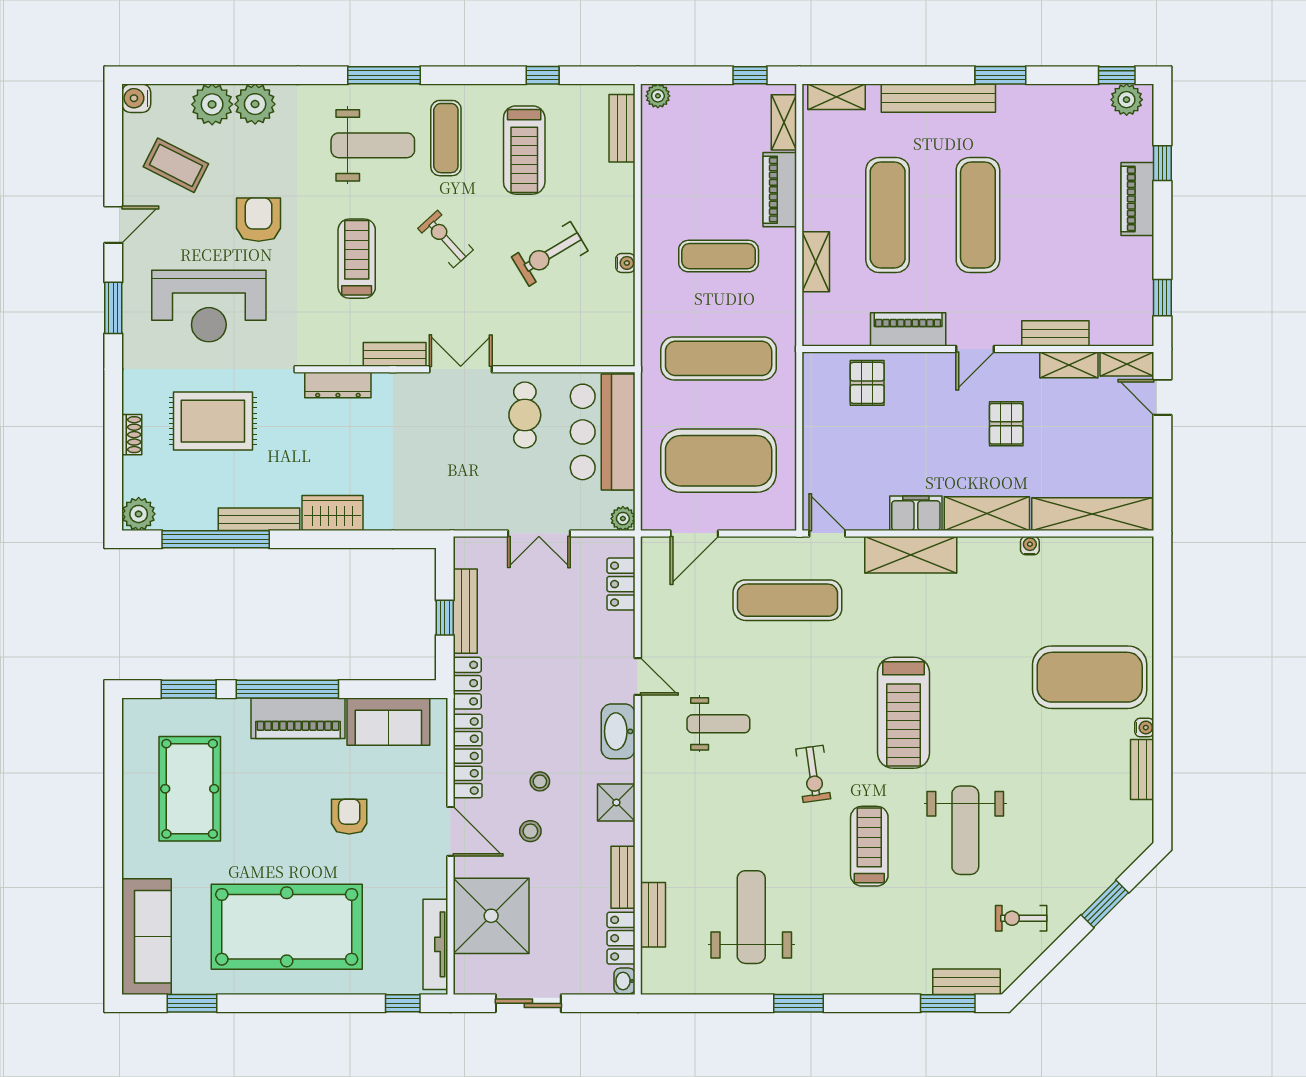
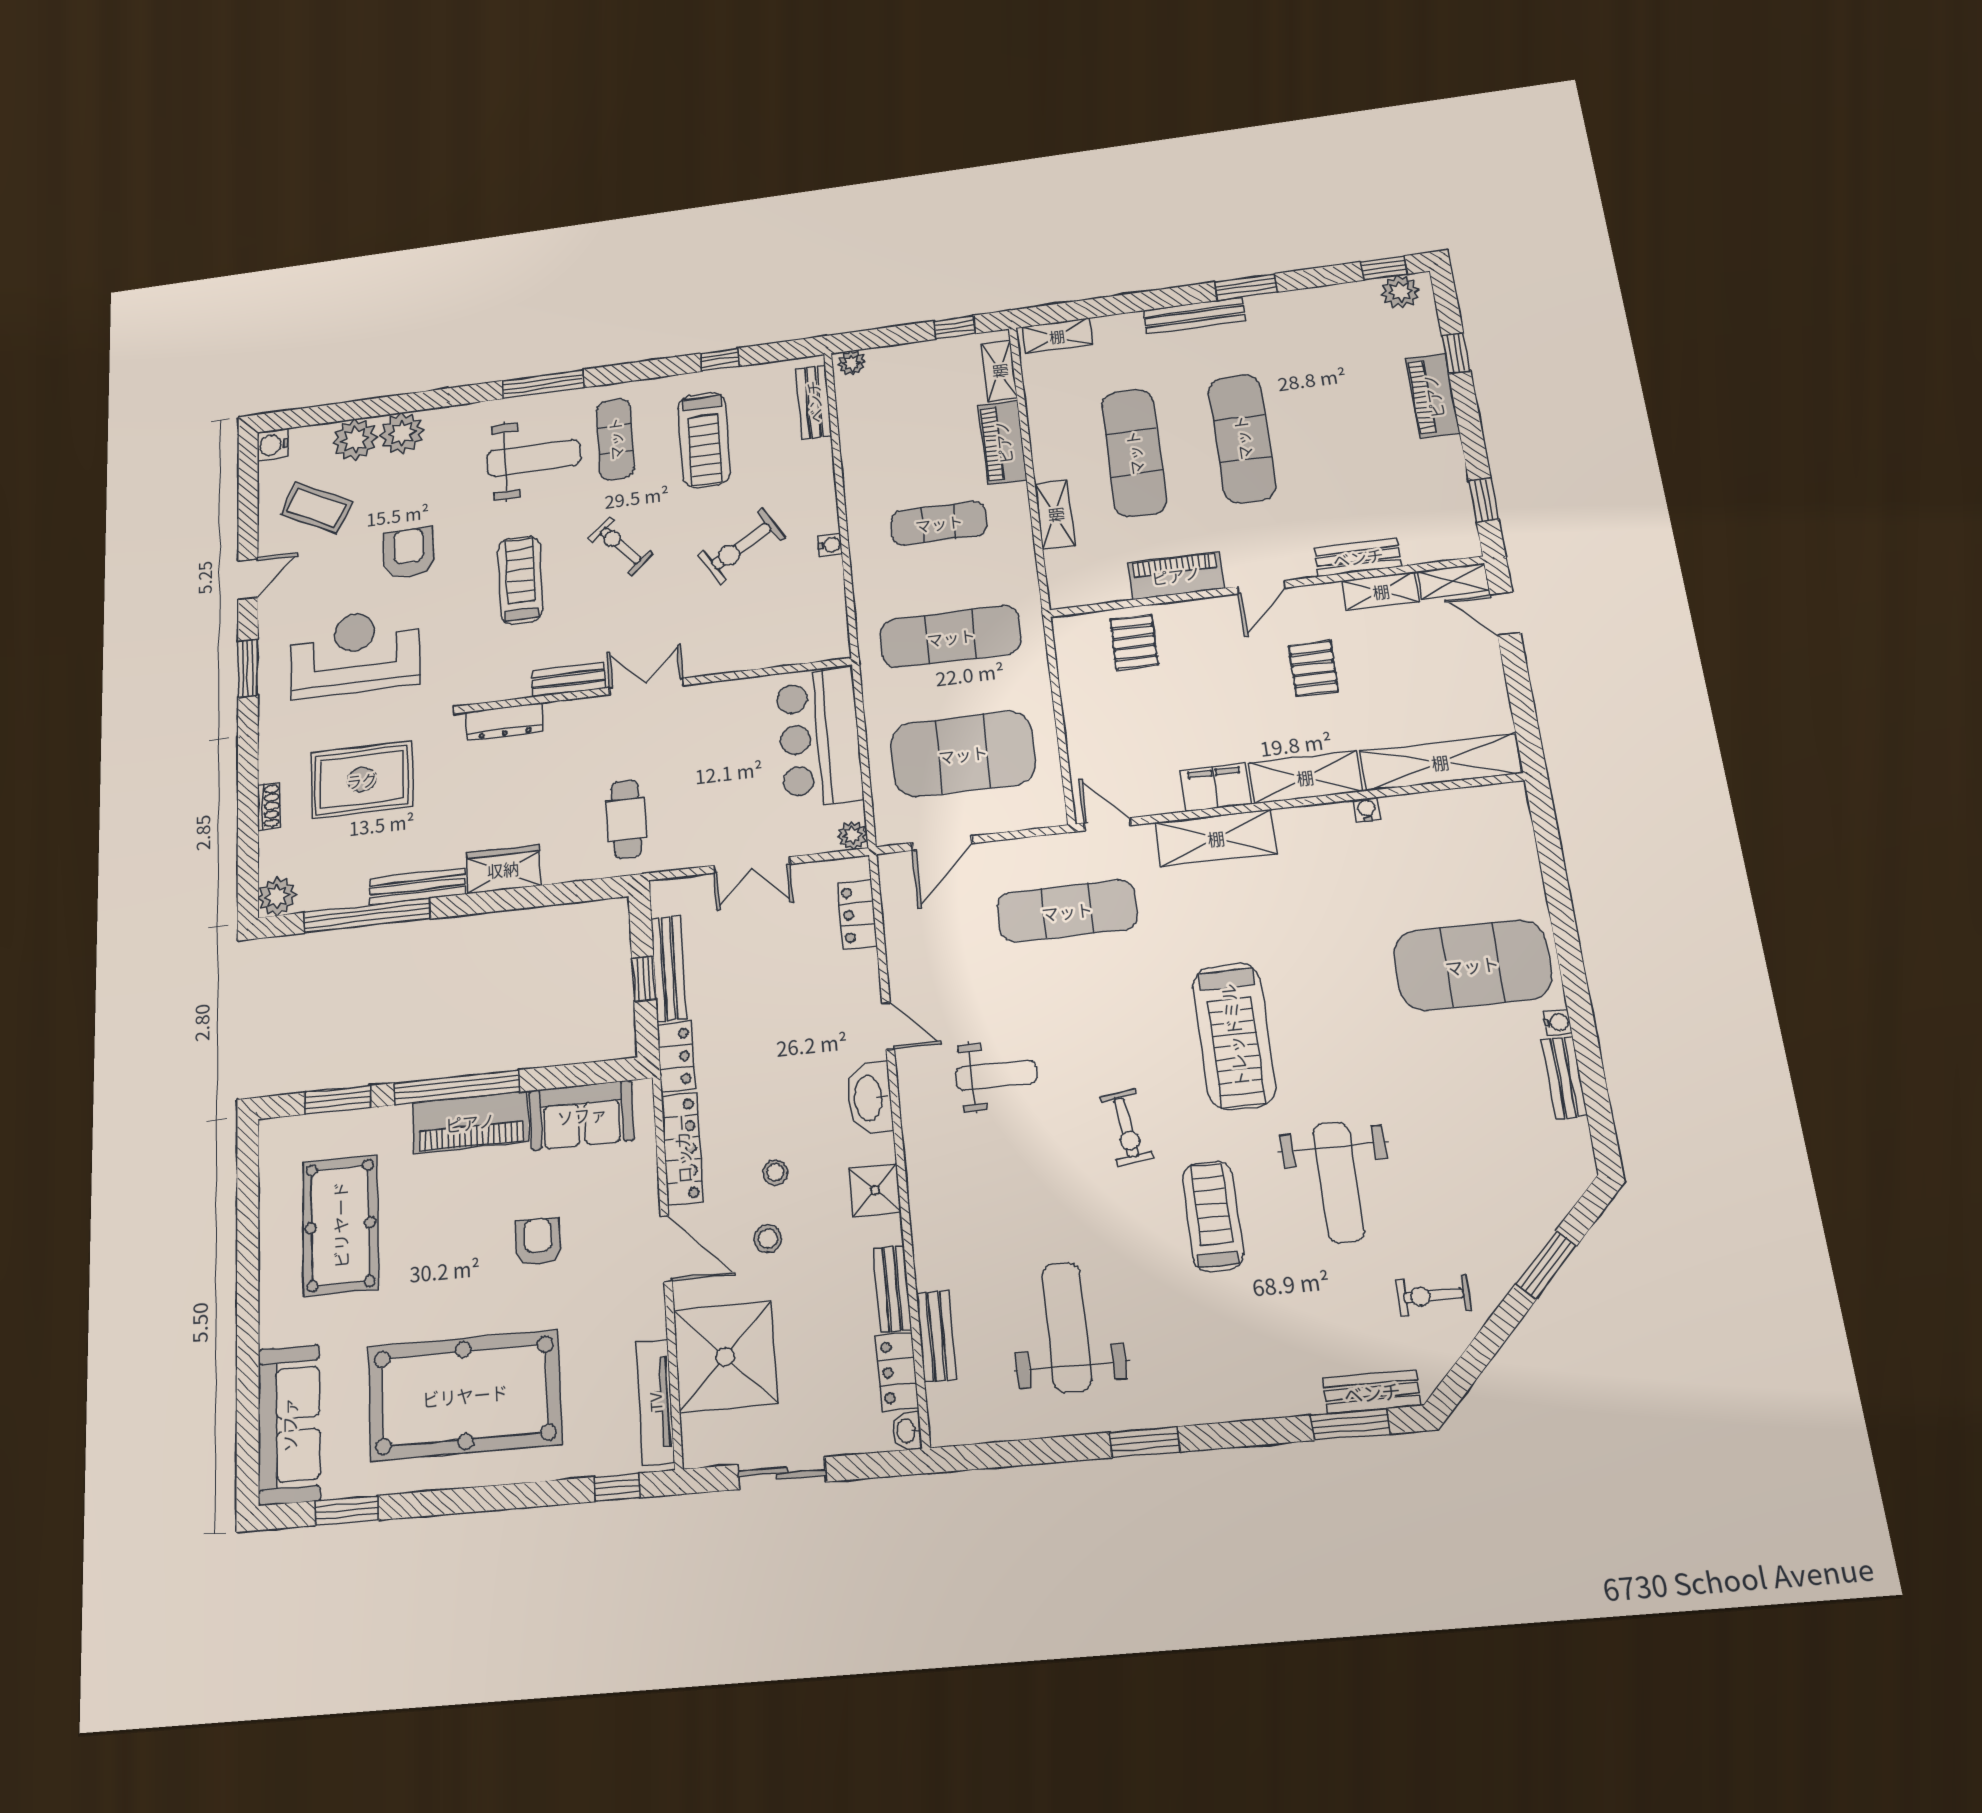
bench: (938, 98) -> (1194, 316), width x0.73, depth x0.82
reception desk: (209, 306) -> (355, 653), turned 180
cafe table: (525, 415) -> (626, 819), moved

